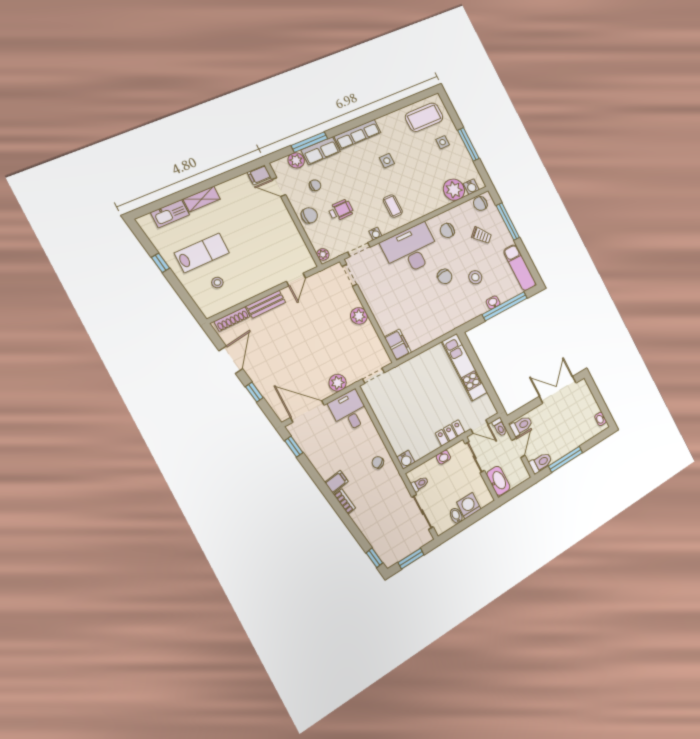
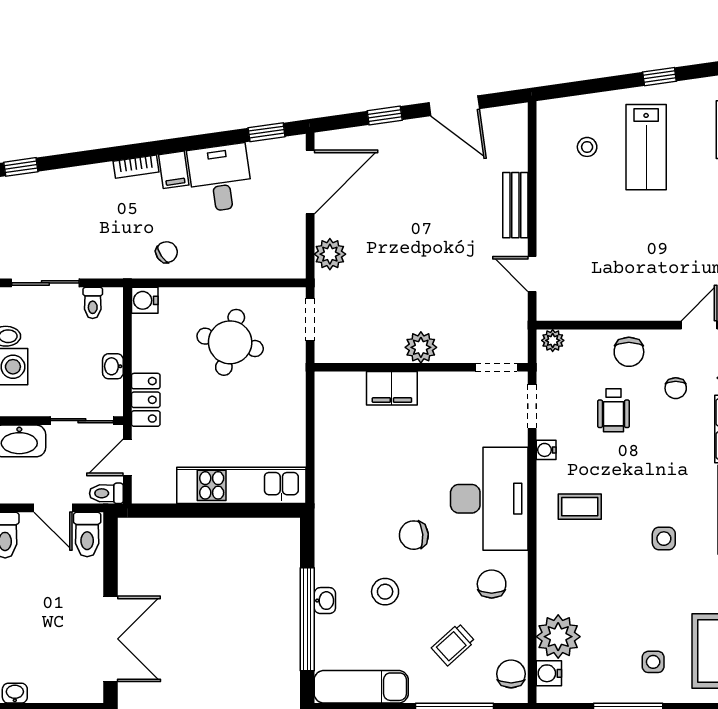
shoe rack: (232, 319) -> (518, 140), removed
filing cabinet: (398, 345) -> (392, 388), moved
round table: (404, 408) -> (230, 342), added
desk: (349, 411) -> (220, 178), moved, turned -98

